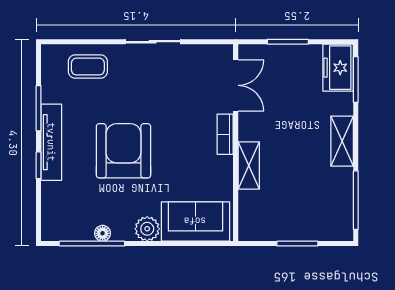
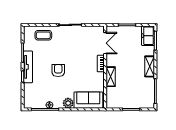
armchair: (123, 151) -> (58, 71), width x0.53, depth x0.53

